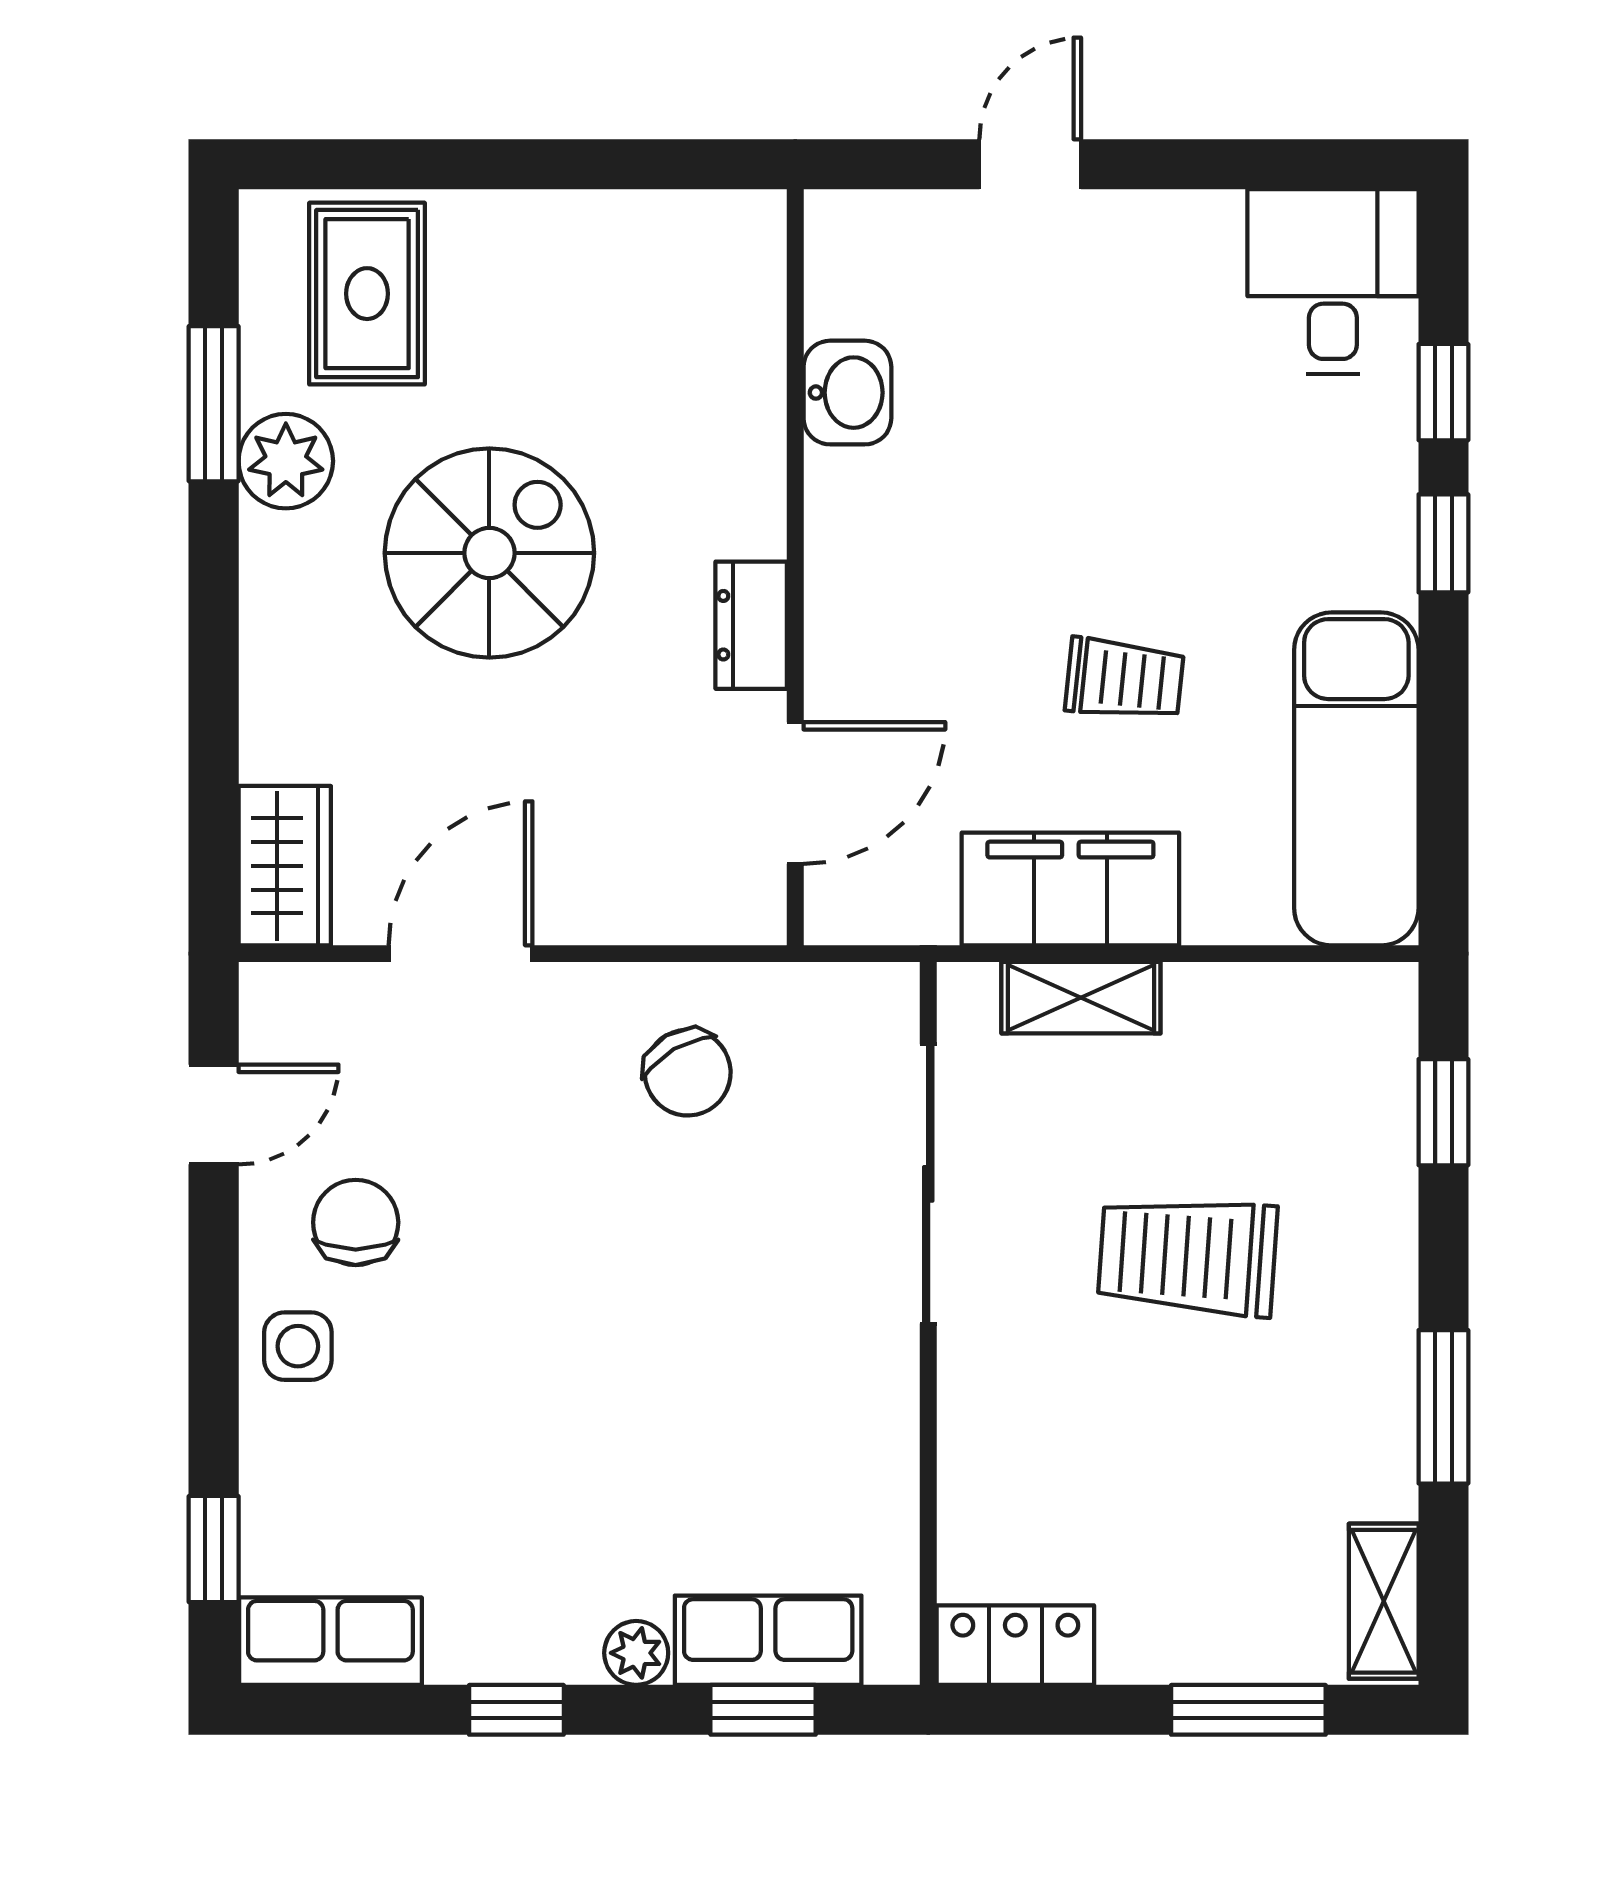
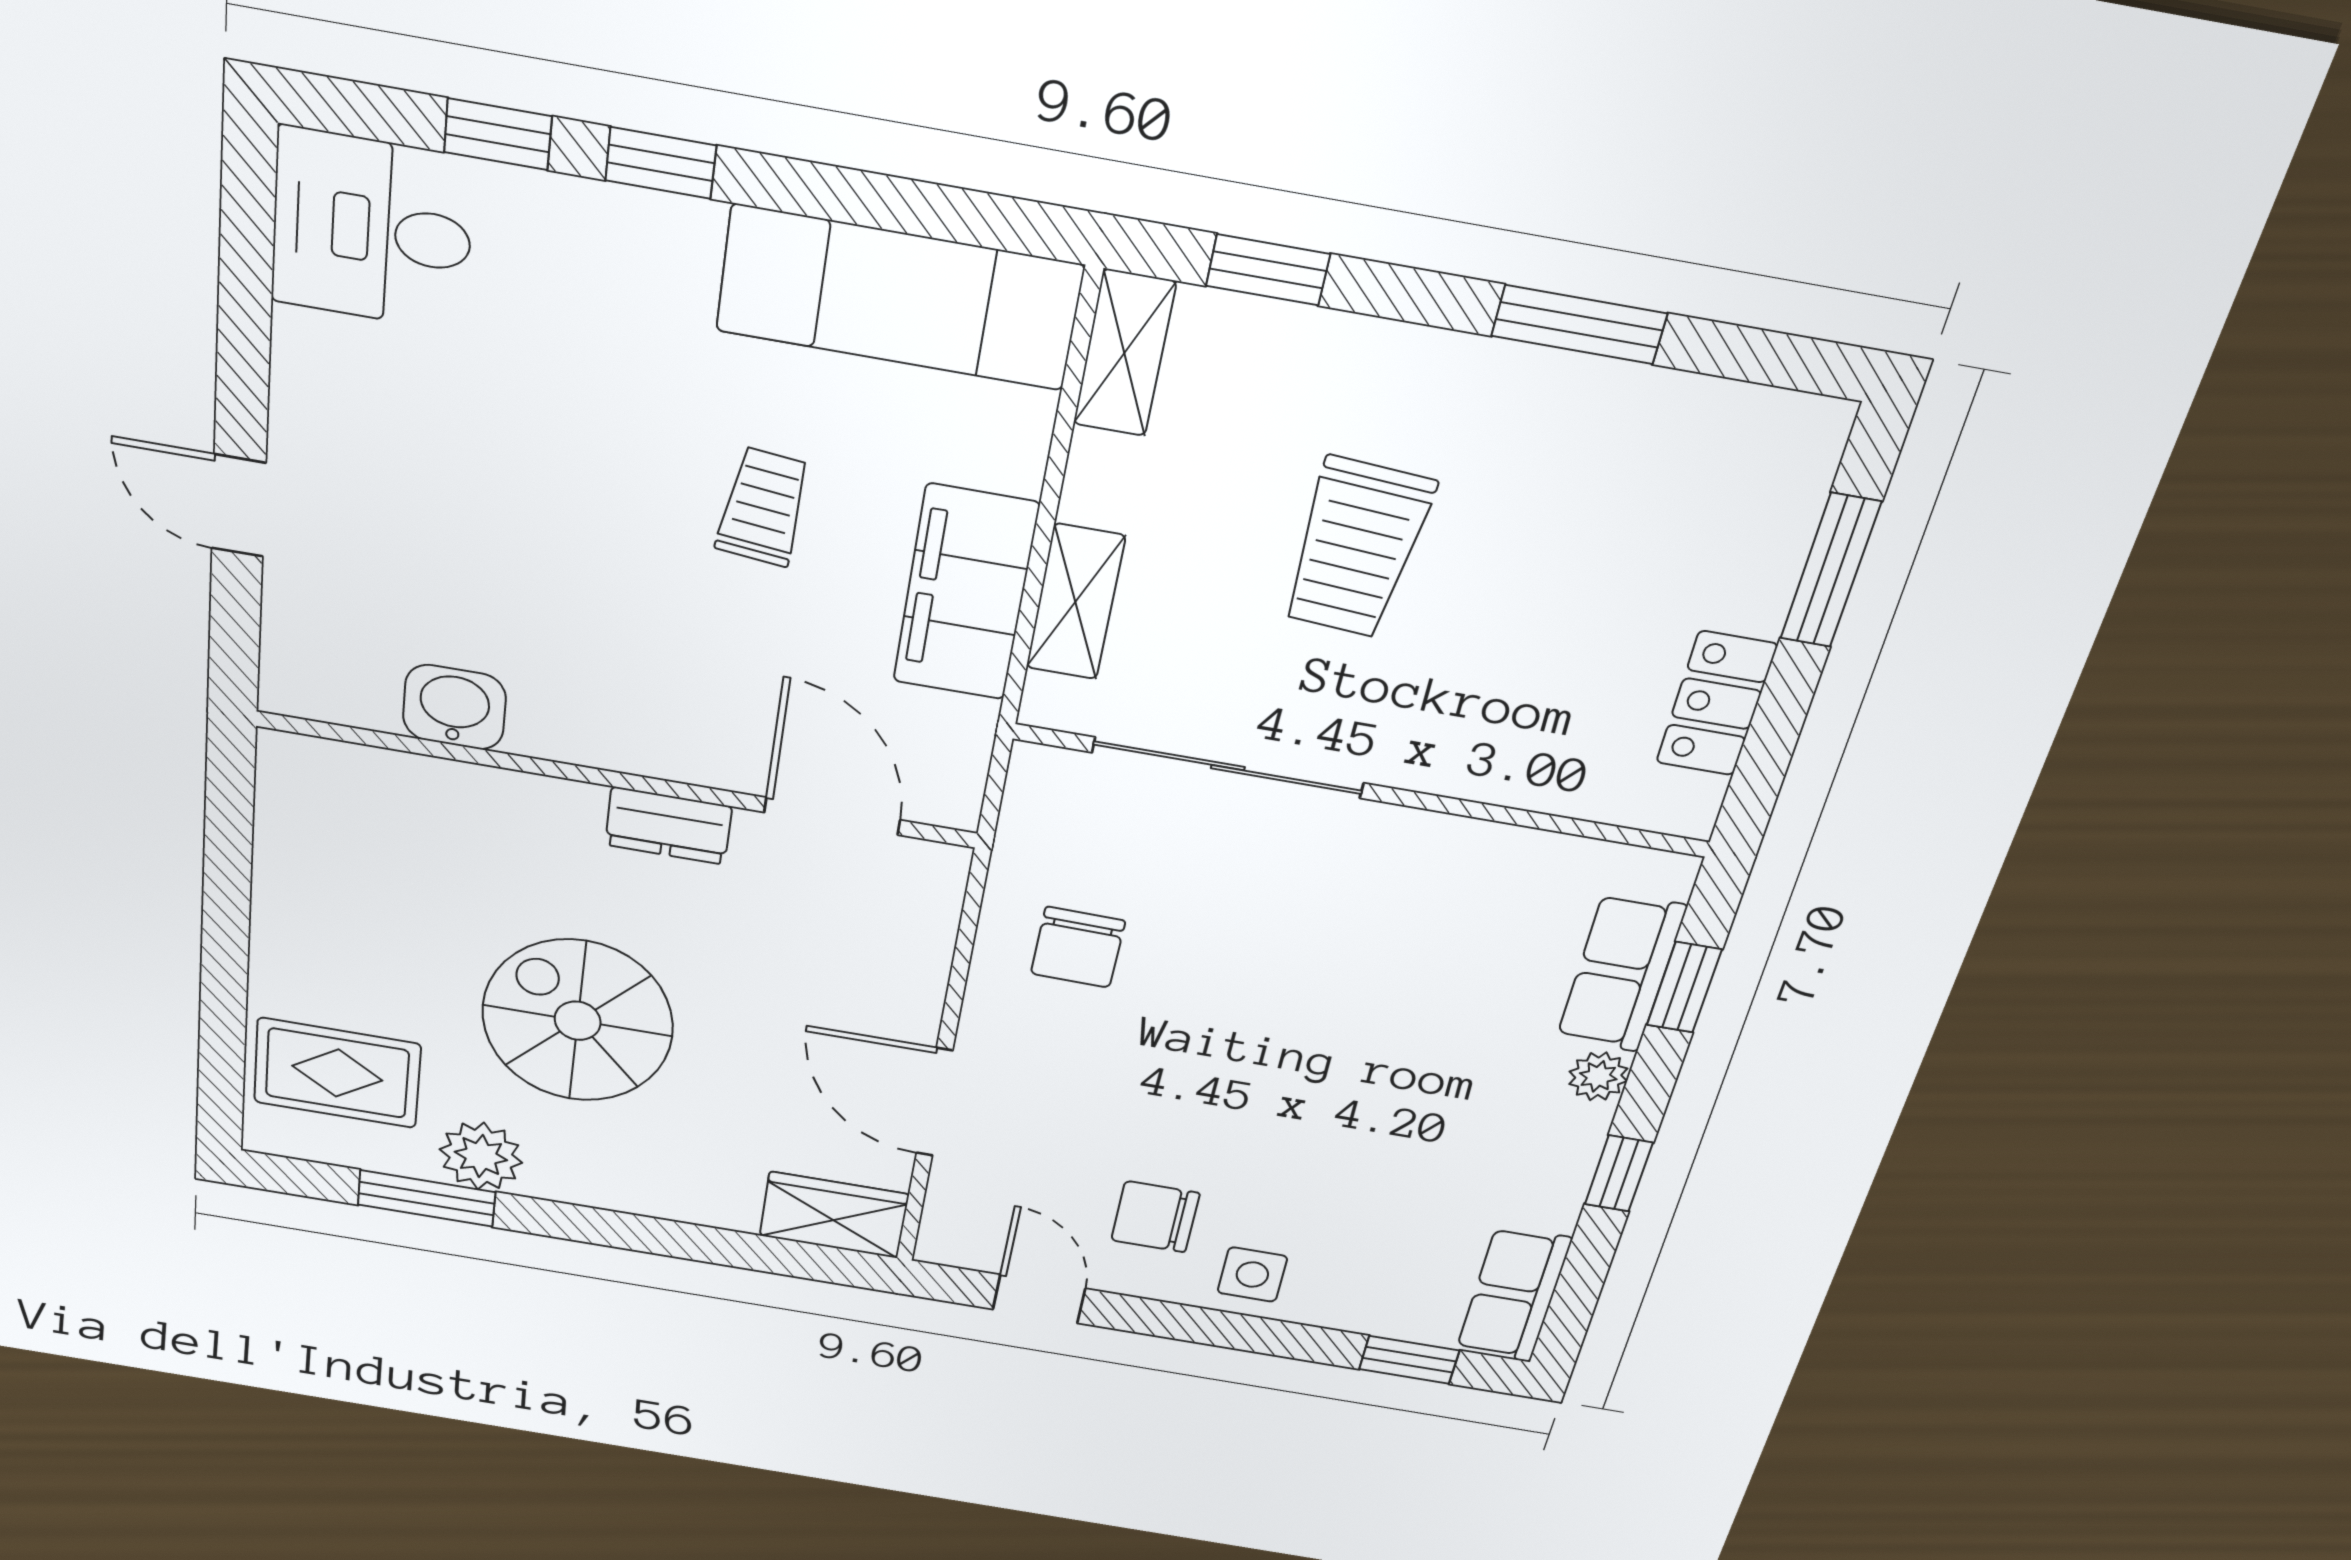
chair: (688, 1073) -> (1078, 947), turned 121
shelving: (1384, 1601) -> (1124, 353), moved, turned 90
locker: (1015, 1645) -> (1716, 704), moved

